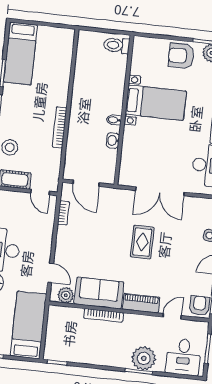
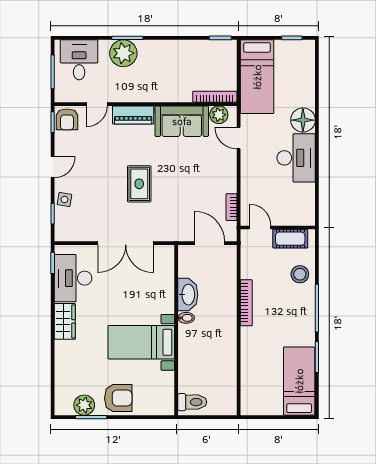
washbasin: (113, 140) -> (188, 295), width x1.91, depth x1.45
double door: (160, 191) -> (126, 243), swing flipped
bookcase: (103, 315) -> (215, 97), moved

